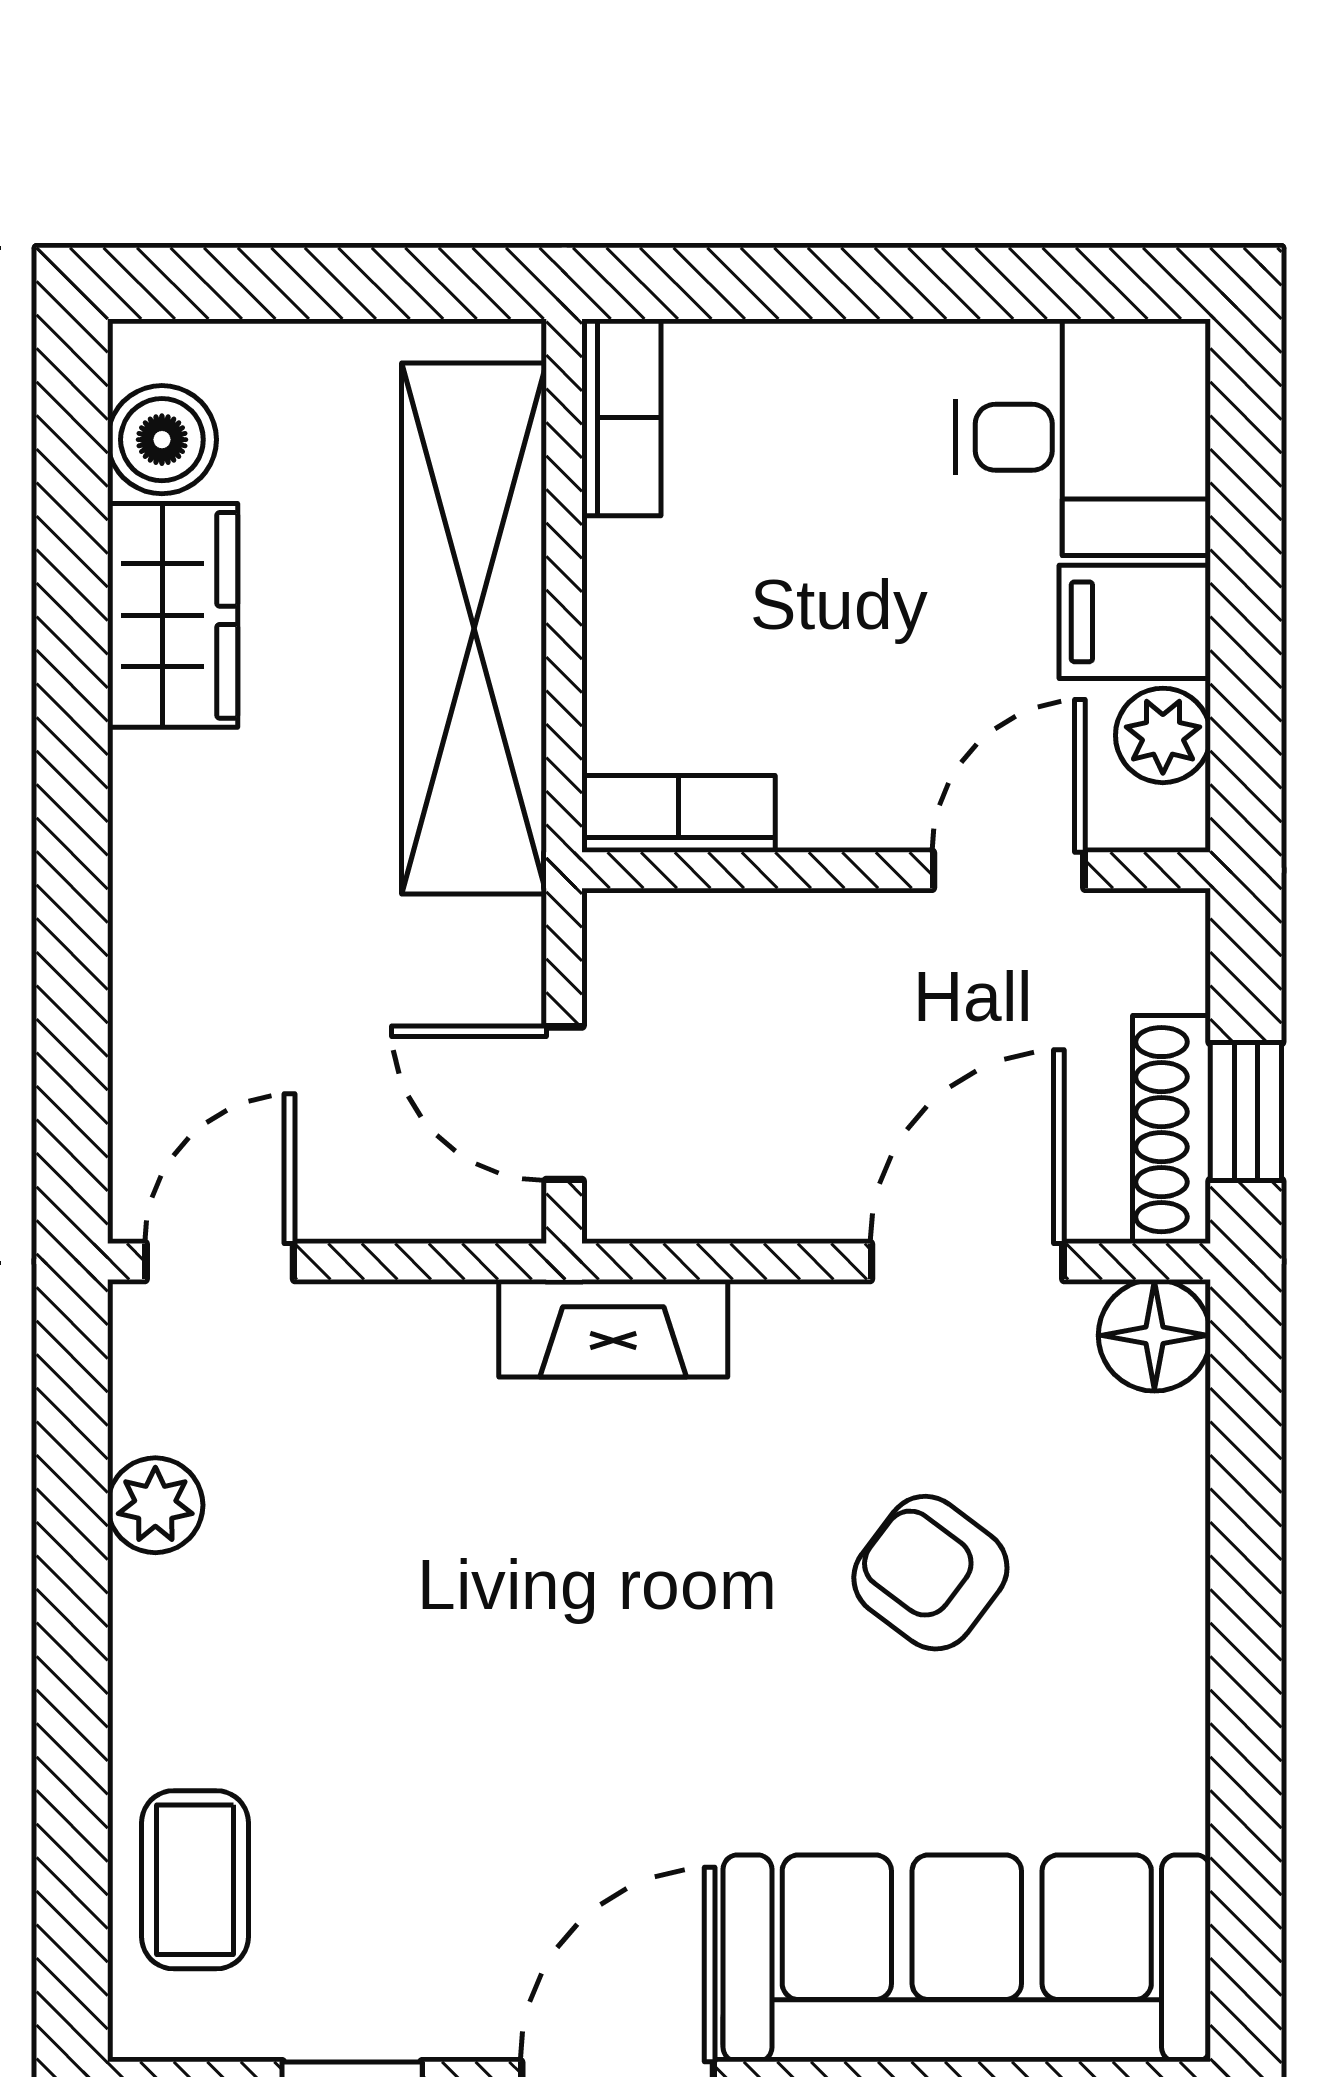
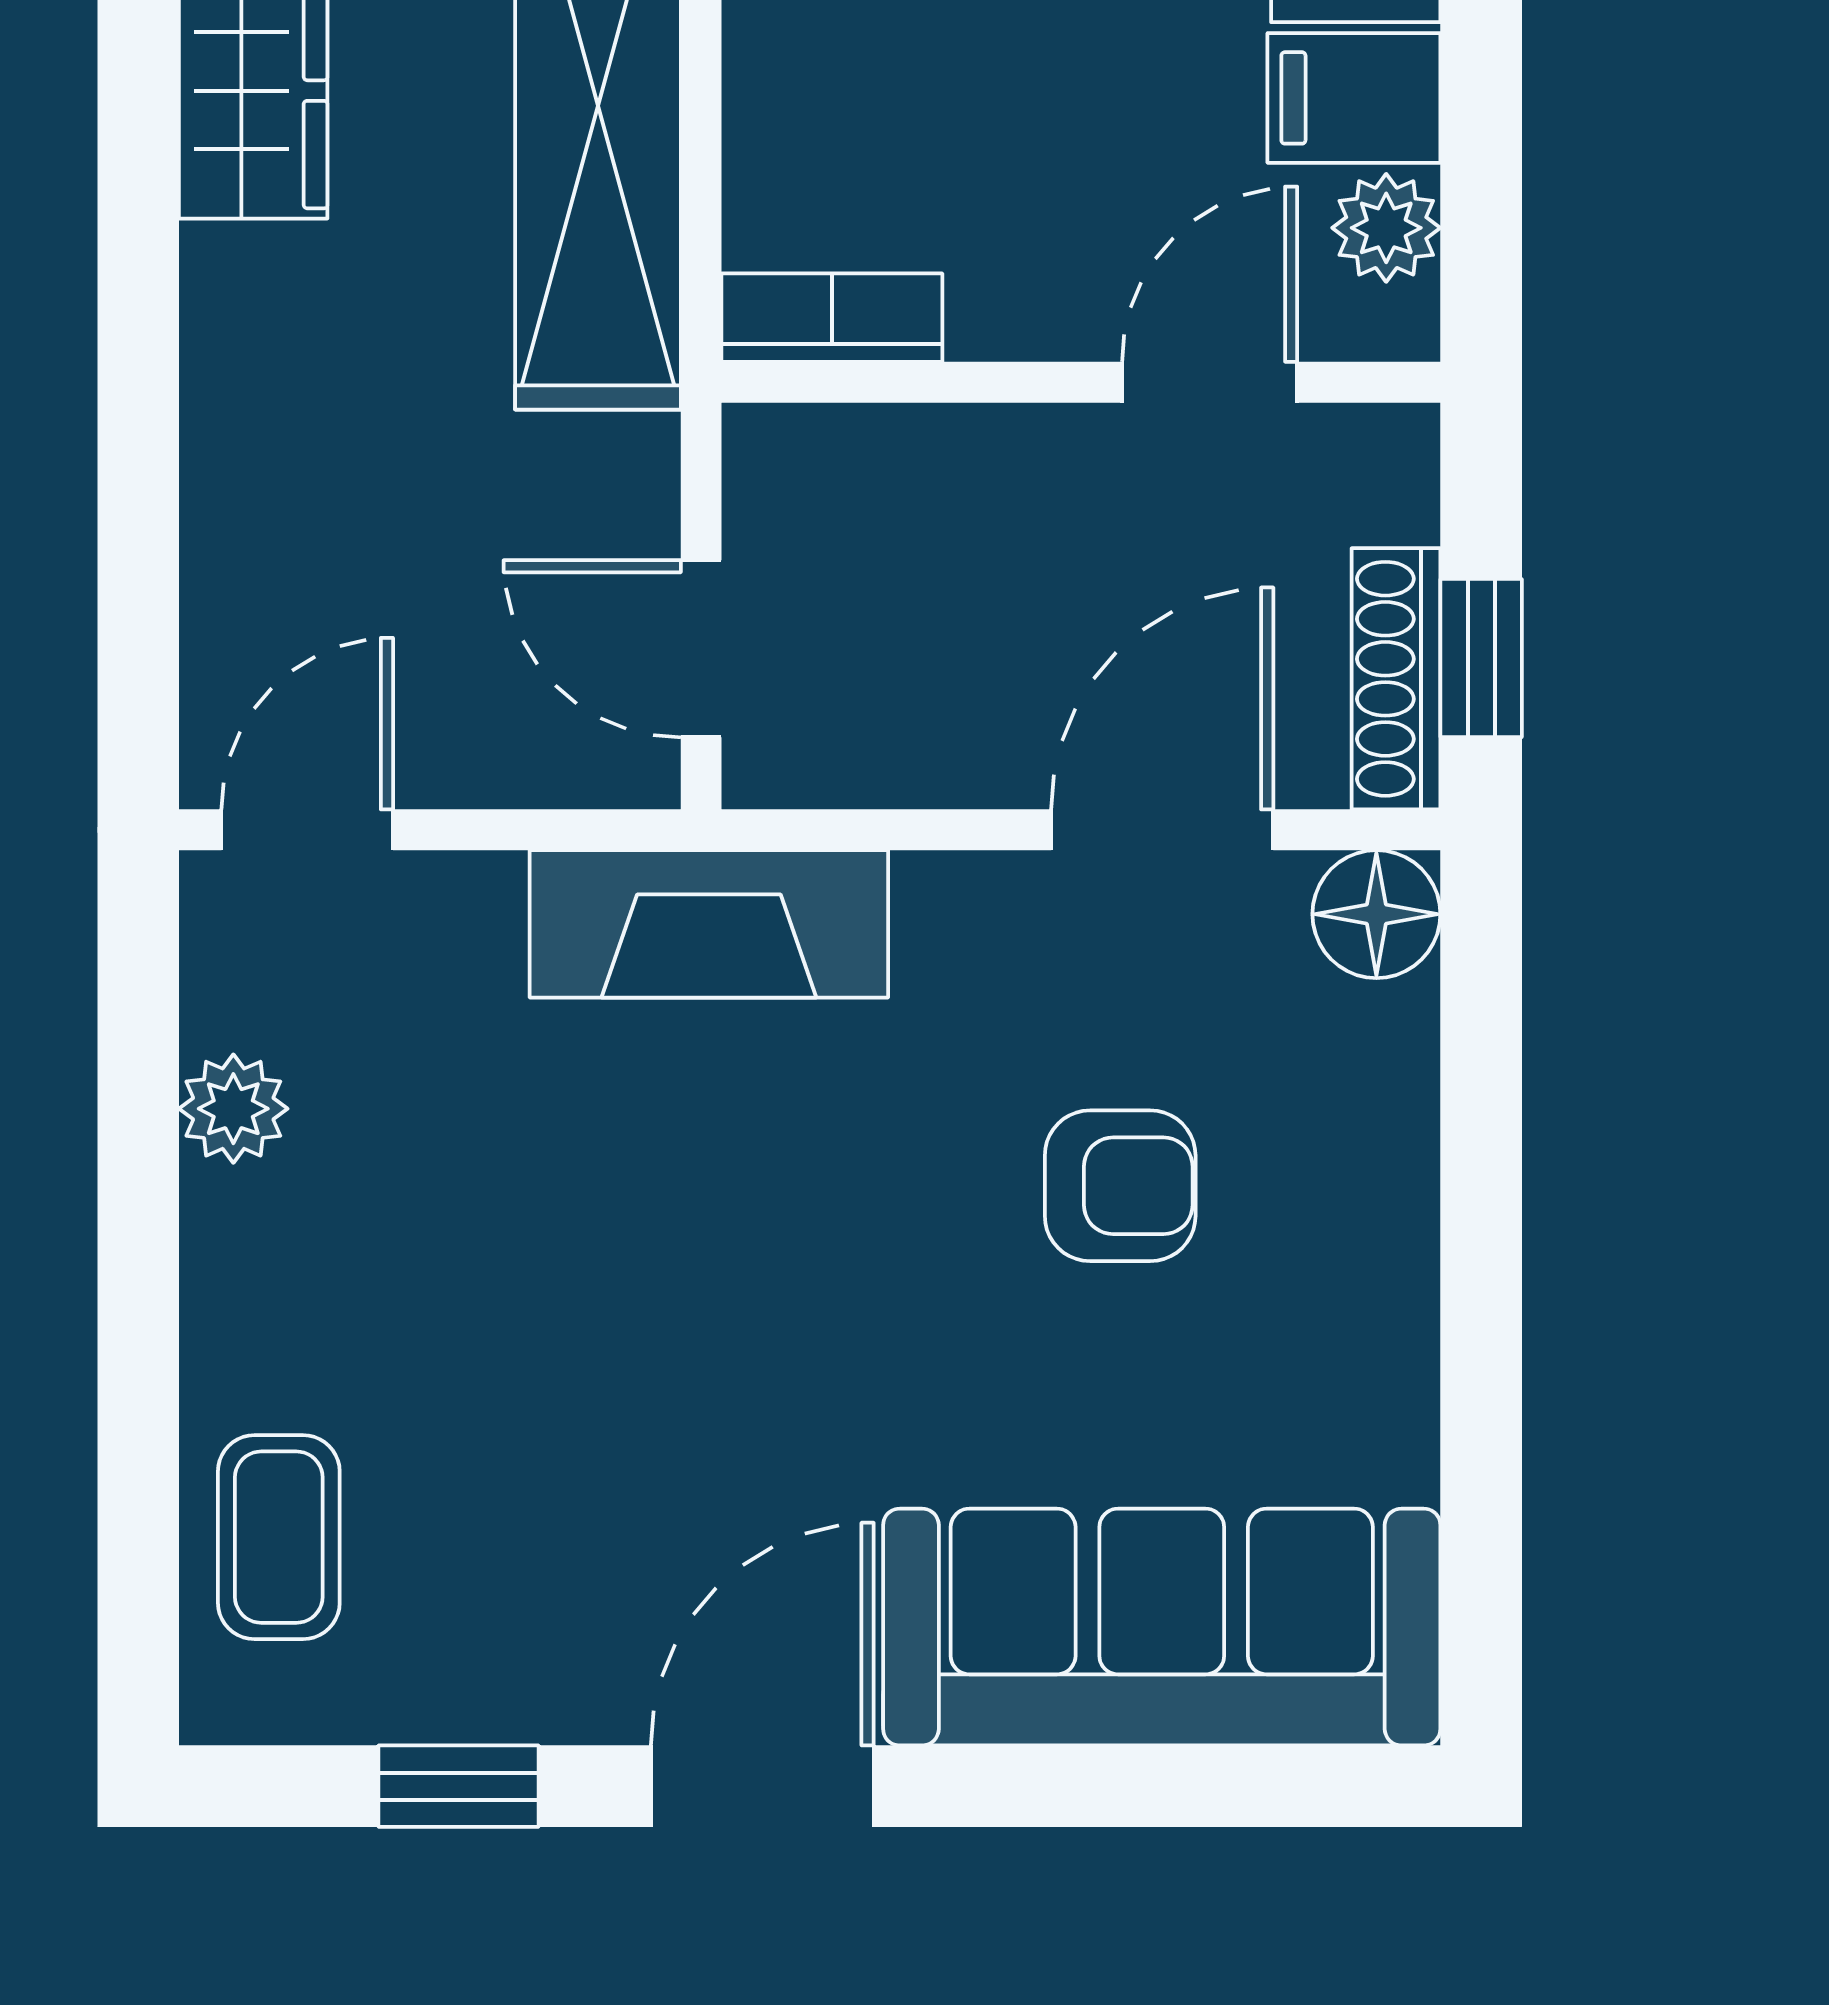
fireplace: (613, 1328) -> (709, 924), width x1.37, depth x1.32
armchair: (930, 1573) -> (1120, 1186), turned 143

